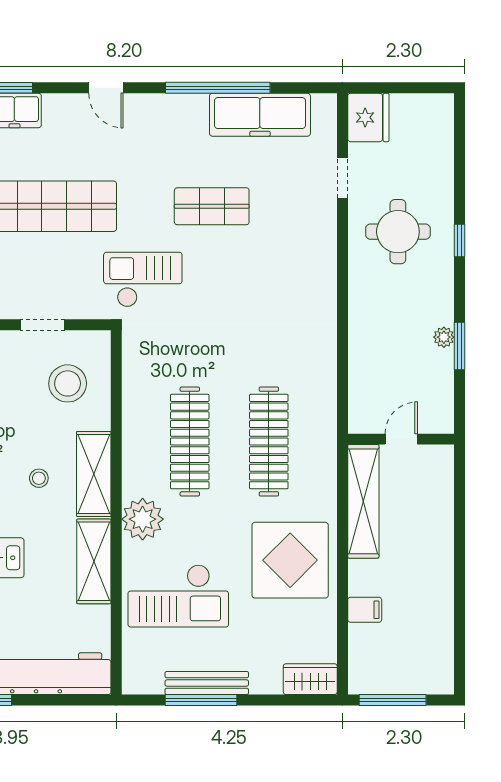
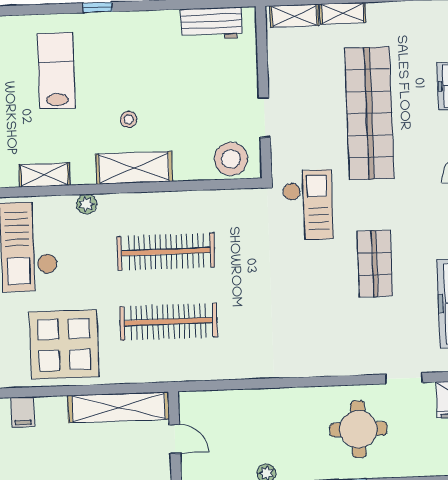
stool: (68, 383) -> (231, 159), moved
plant: (143, 519) -> (87, 204), width x0.53, depth x0.53
shelving: (94, 561) -> (44, 175), width x0.67, depth x0.75

